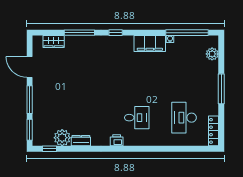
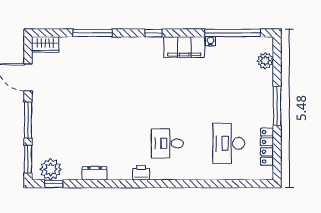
window: (116, 33) -> (153, 33), moved
wardrobe: (54, 41) -> (45, 44), moved
desk: (137, 118) -> (167, 143), turned 180
locker: (213, 131) -> (267, 147), moved
plant: (62, 138) -> (51, 169), moved

